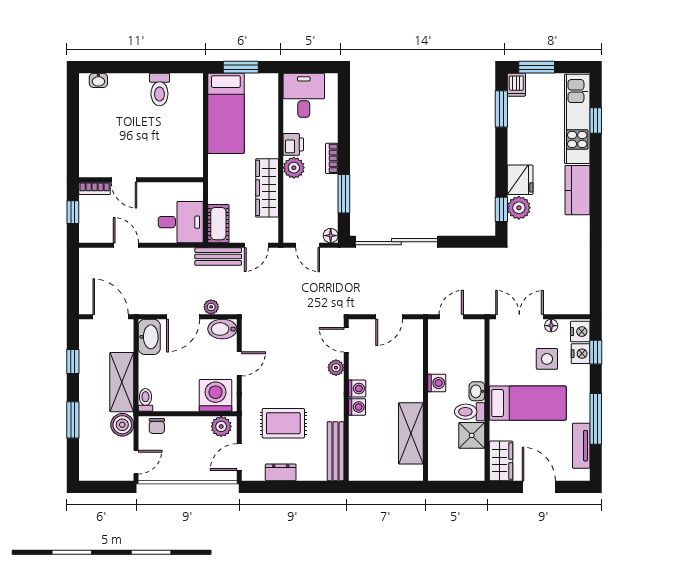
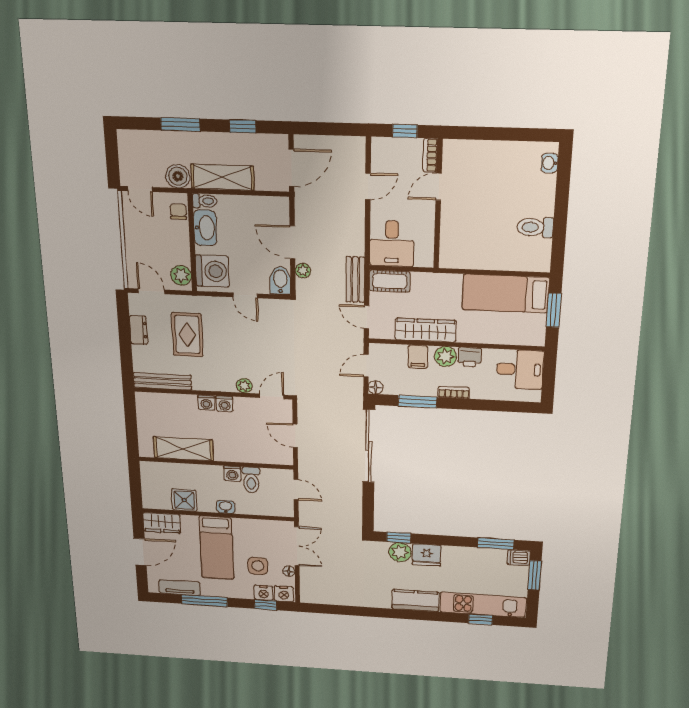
filing cabinet: (295, 195) -> (418, 357), added
washbasin: (149, 337) -> (205, 228), moved, turned -90
toilet: (470, 412) -> (251, 480), moved, turned 180
chair: (157, 426) -> (178, 212), turned 90

